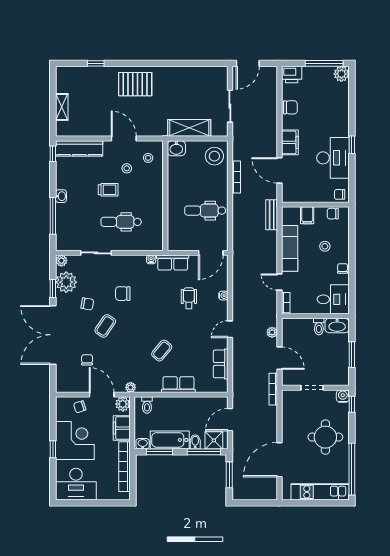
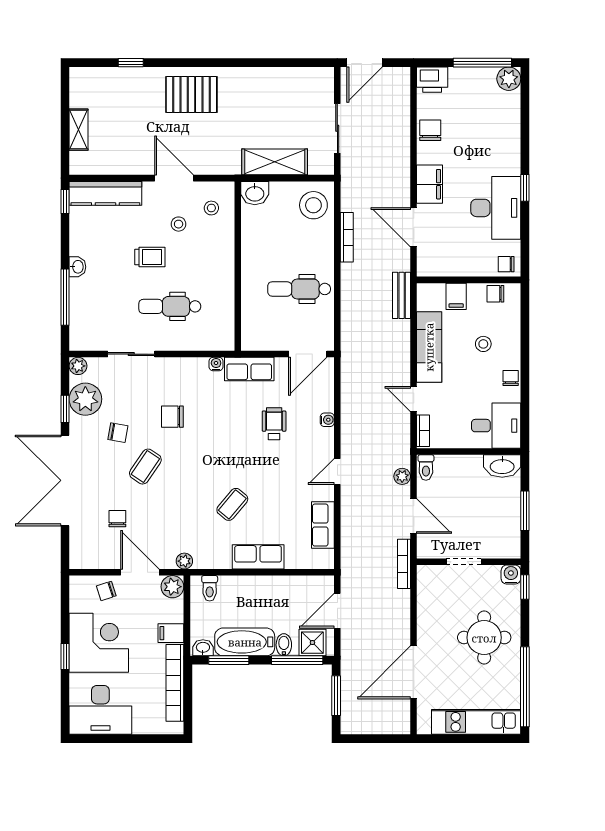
chair: (290, 107) -> (430, 130), turned -90
toilet: (319, 327) -> (426, 468), moved
filing cabinet: (122, 428) -> (171, 633), width x0.50

